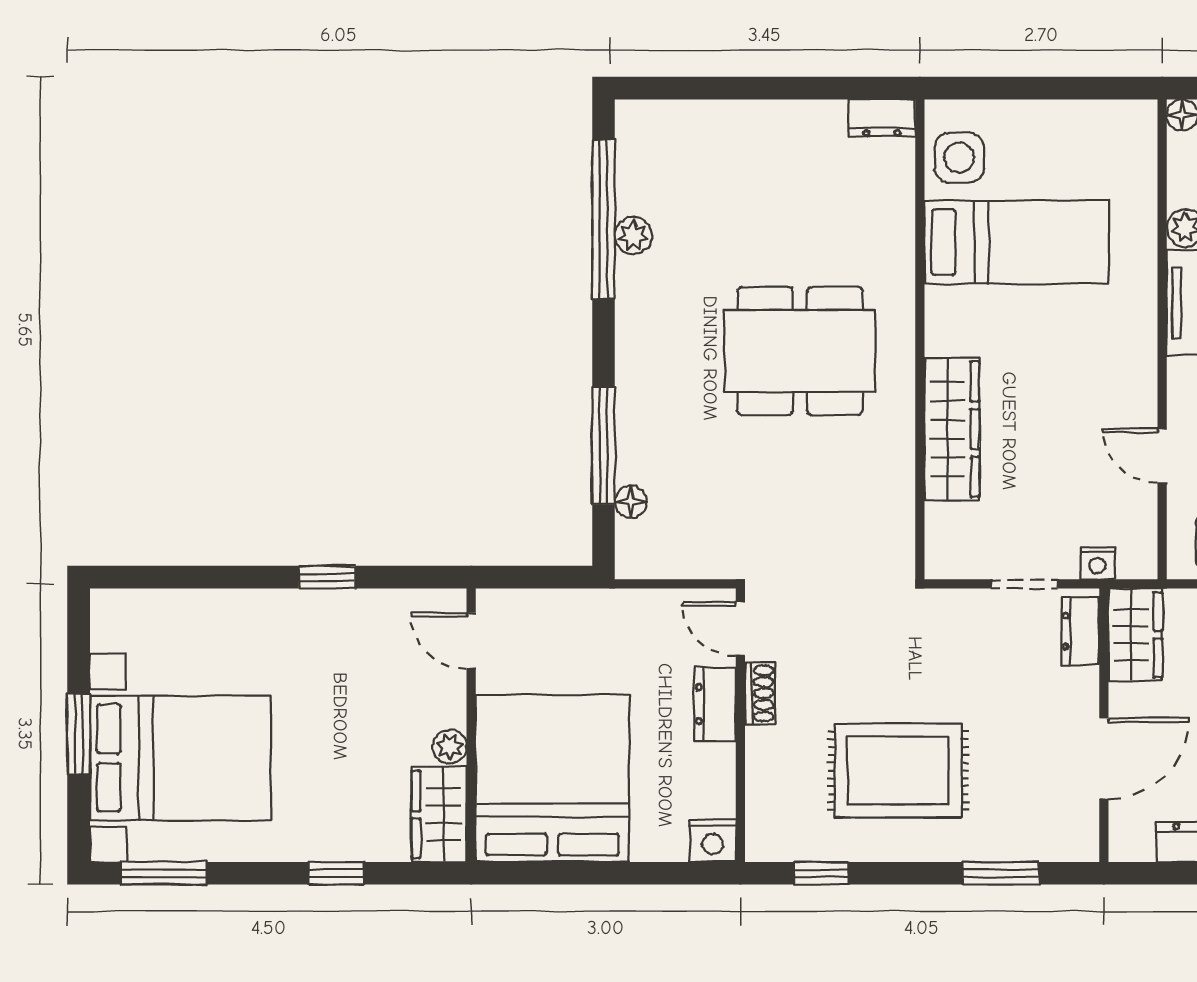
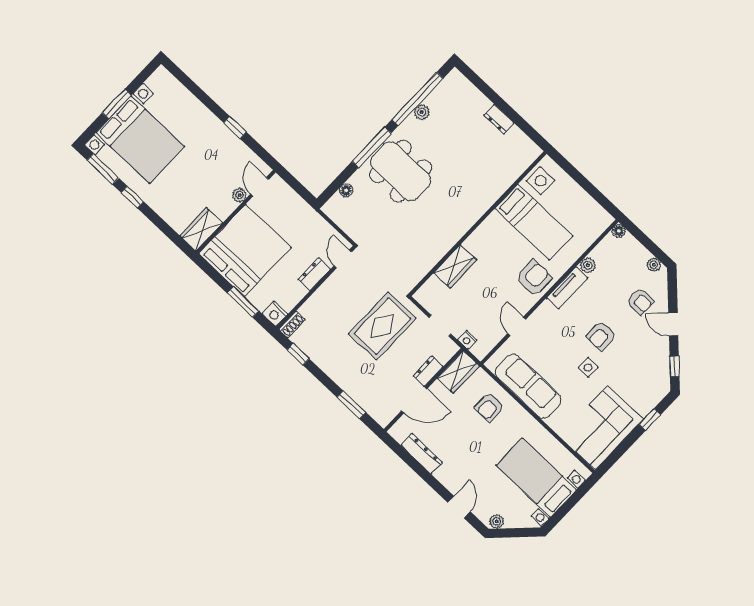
dresser: (882, 118) -> (499, 119), moved
armchair: (1111, 341) -> (534, 278), added
dining table: (800, 351) -> (401, 171), moved
wardrobe: (952, 429) -> (455, 266), width x0.67
window: (604, 446) -> (372, 147), moved
dresser: (1080, 631) -> (428, 371), moved
shoe rack: (760, 693) -> (292, 324), moved
plant: (450, 746) -> (240, 195), moved
rug: (898, 770) -> (382, 326), moved, turned 90
window: (336, 873) -> (132, 197), moved
window: (636, 873) -> (243, 302), added

